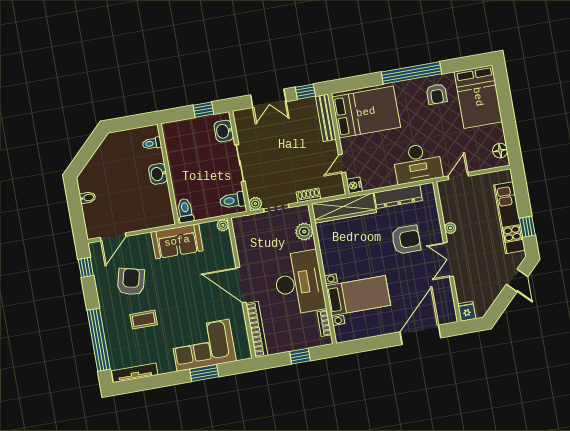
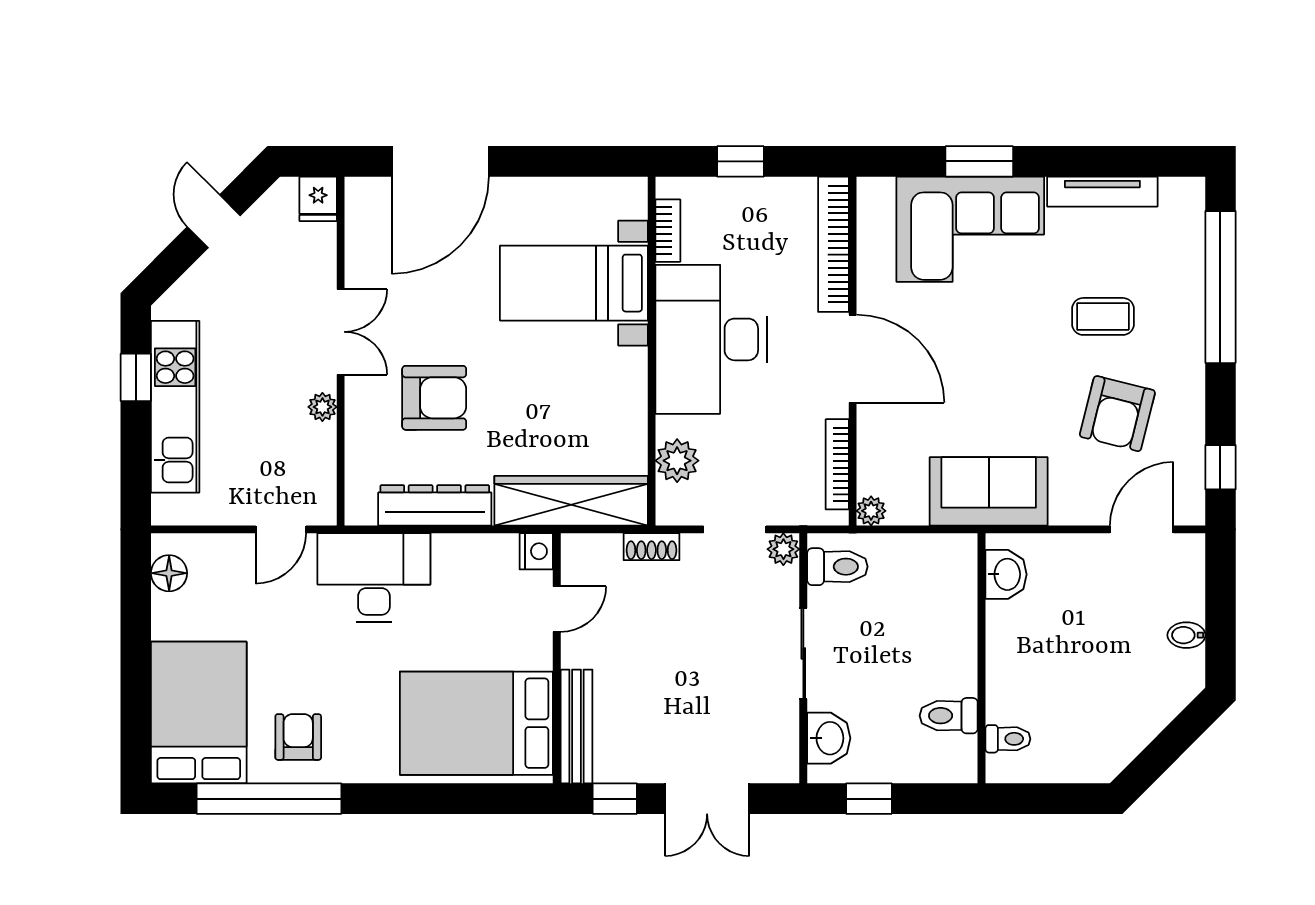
window: (411, 73) -> (269, 799), moved
double door: (268, 98) -> (707, 799), swing flipped
washbasin: (158, 174) -> (1006, 574), moved
toilet: (185, 211) -> (949, 716), moved, turned 90
armchair: (406, 240) -> (434, 398), turned 180
bookcase: (240, 241) -> (837, 464), added
door: (517, 280) -> (214, 221), moved
tv unit: (135, 373) -> (1102, 192), moved

